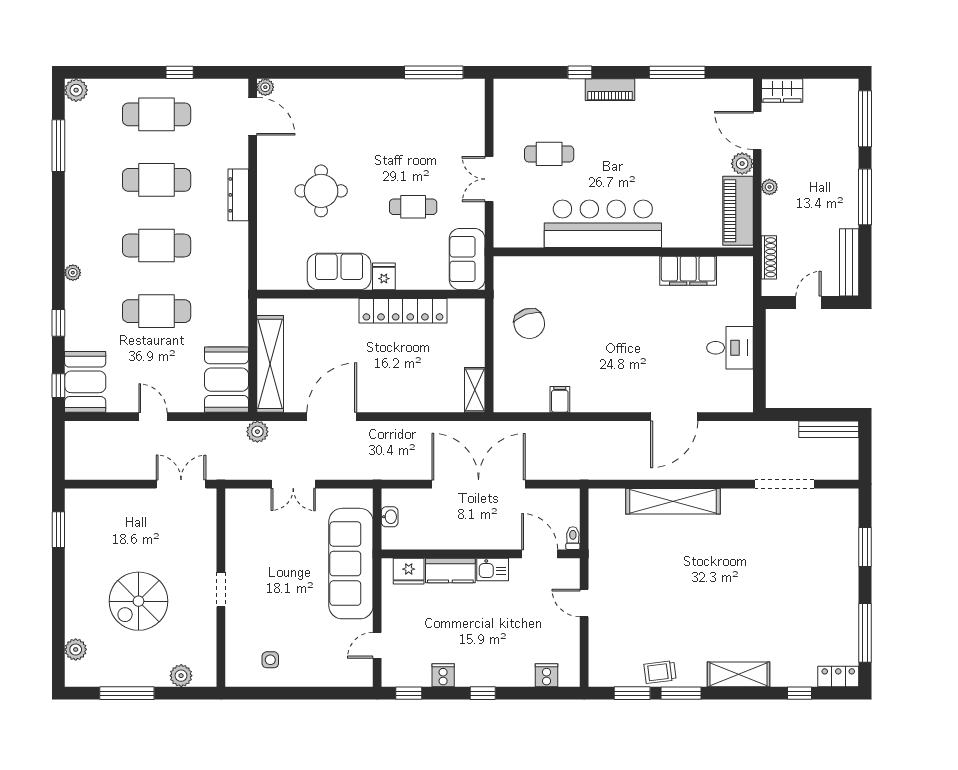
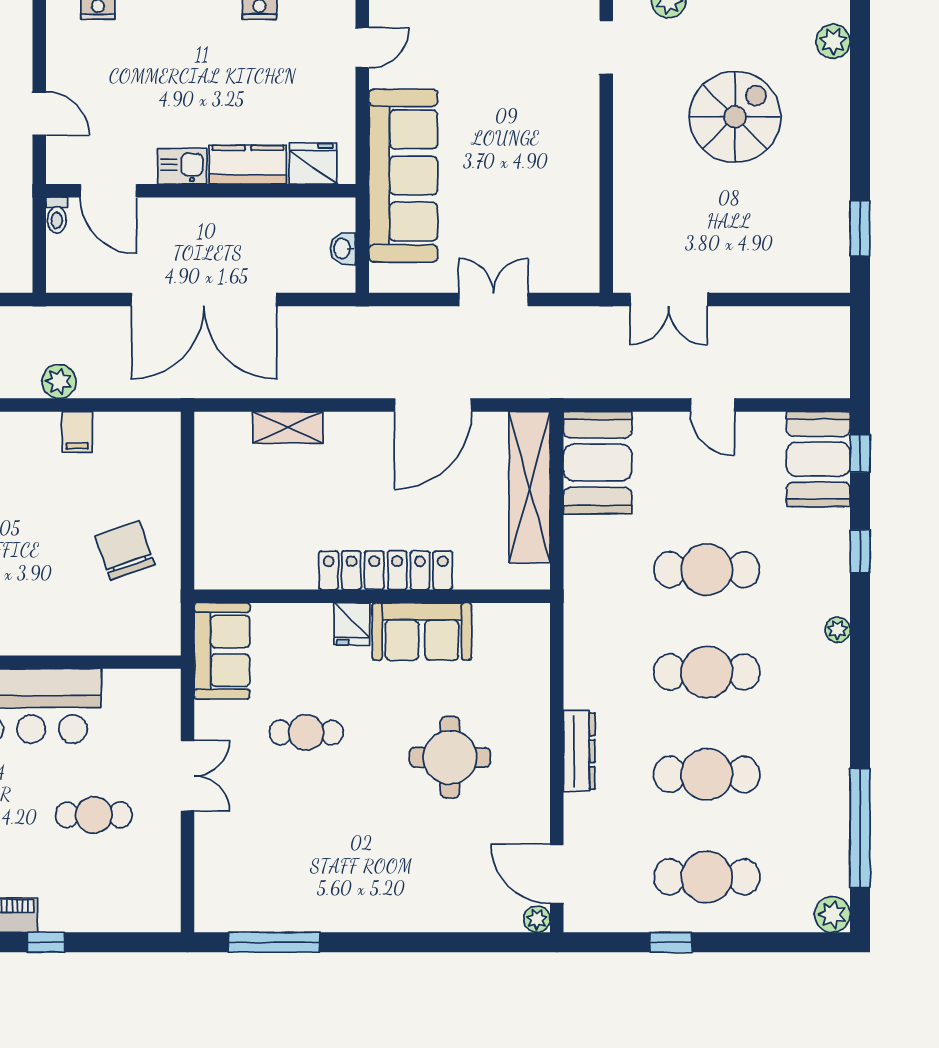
window: (58, 146) -> (860, 828), width x1.46
locker: (403, 311) -> (386, 570), moved
shelving: (475, 390) -> (288, 427), moved, turned 90
plant: (257, 432) -> (59, 381), moved
doorway: (221, 590) -> (606, 47), moved
side table: (270, 660) -> (529, 25), removed

